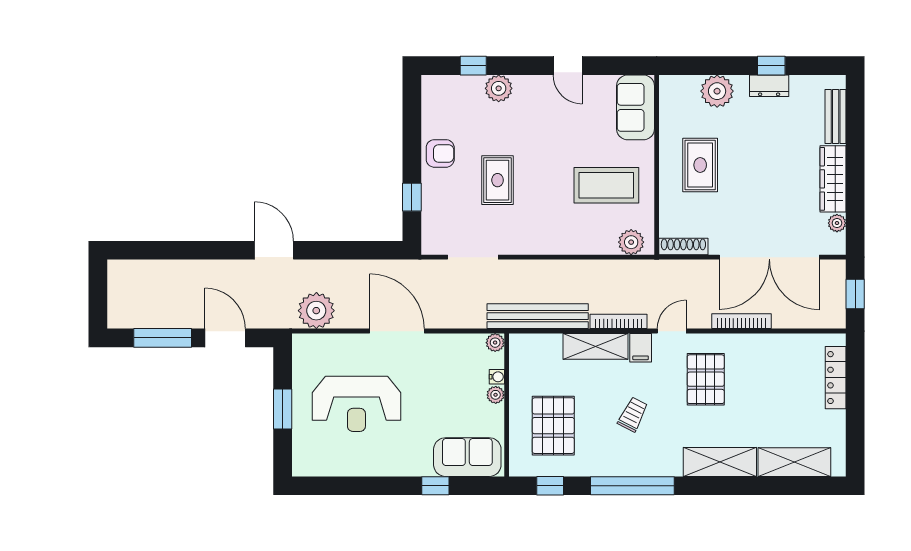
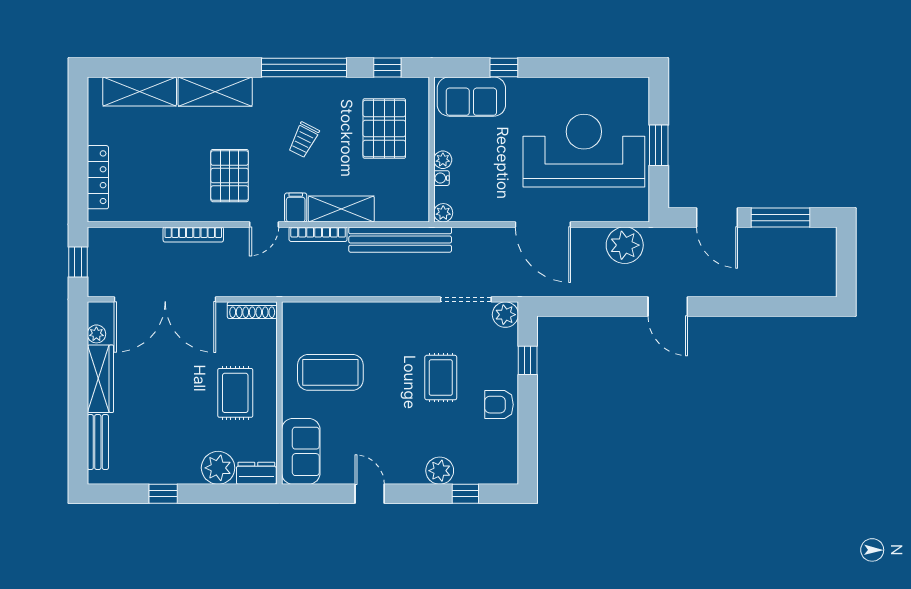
dresser: (769, 86) -> (256, 473), moved
plant: (631, 242) -> (505, 315), moved
double door: (769, 257) -> (165, 299), swing flipped
reception desk: (356, 404) -> (584, 151), width x1.36, depth x1.30

